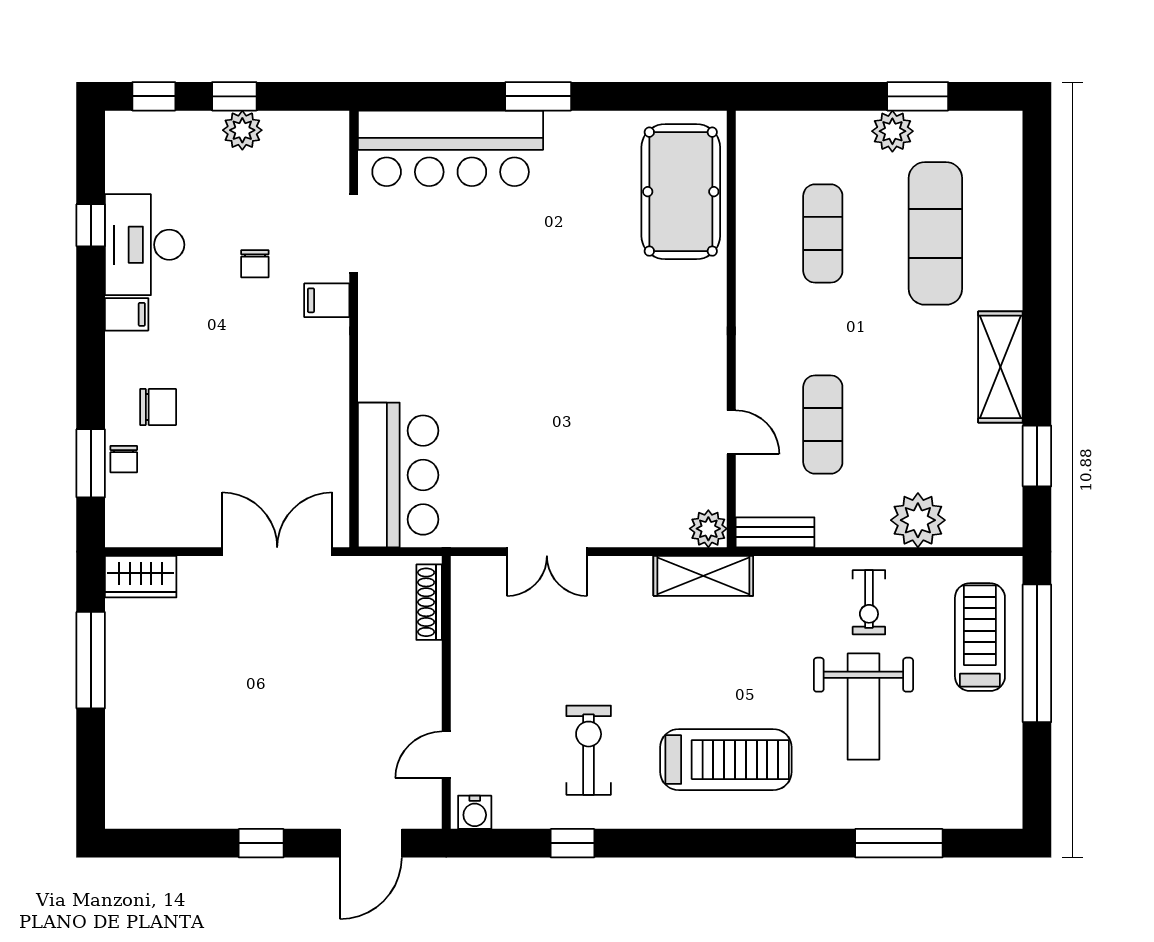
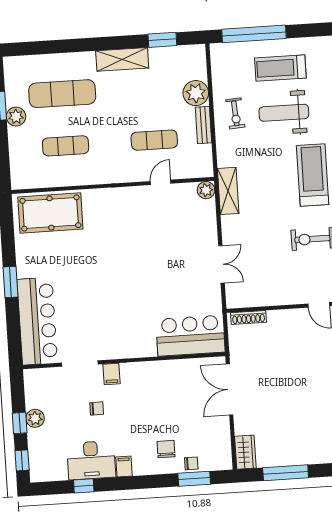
bench: (775, 532) -> (203, 125), moved
exercise bike: (869, 602) -> (235, 113), turned 86
treadmill: (980, 637) -> (280, 68), moved
weight bench: (863, 707) -> (284, 113), turned 180

